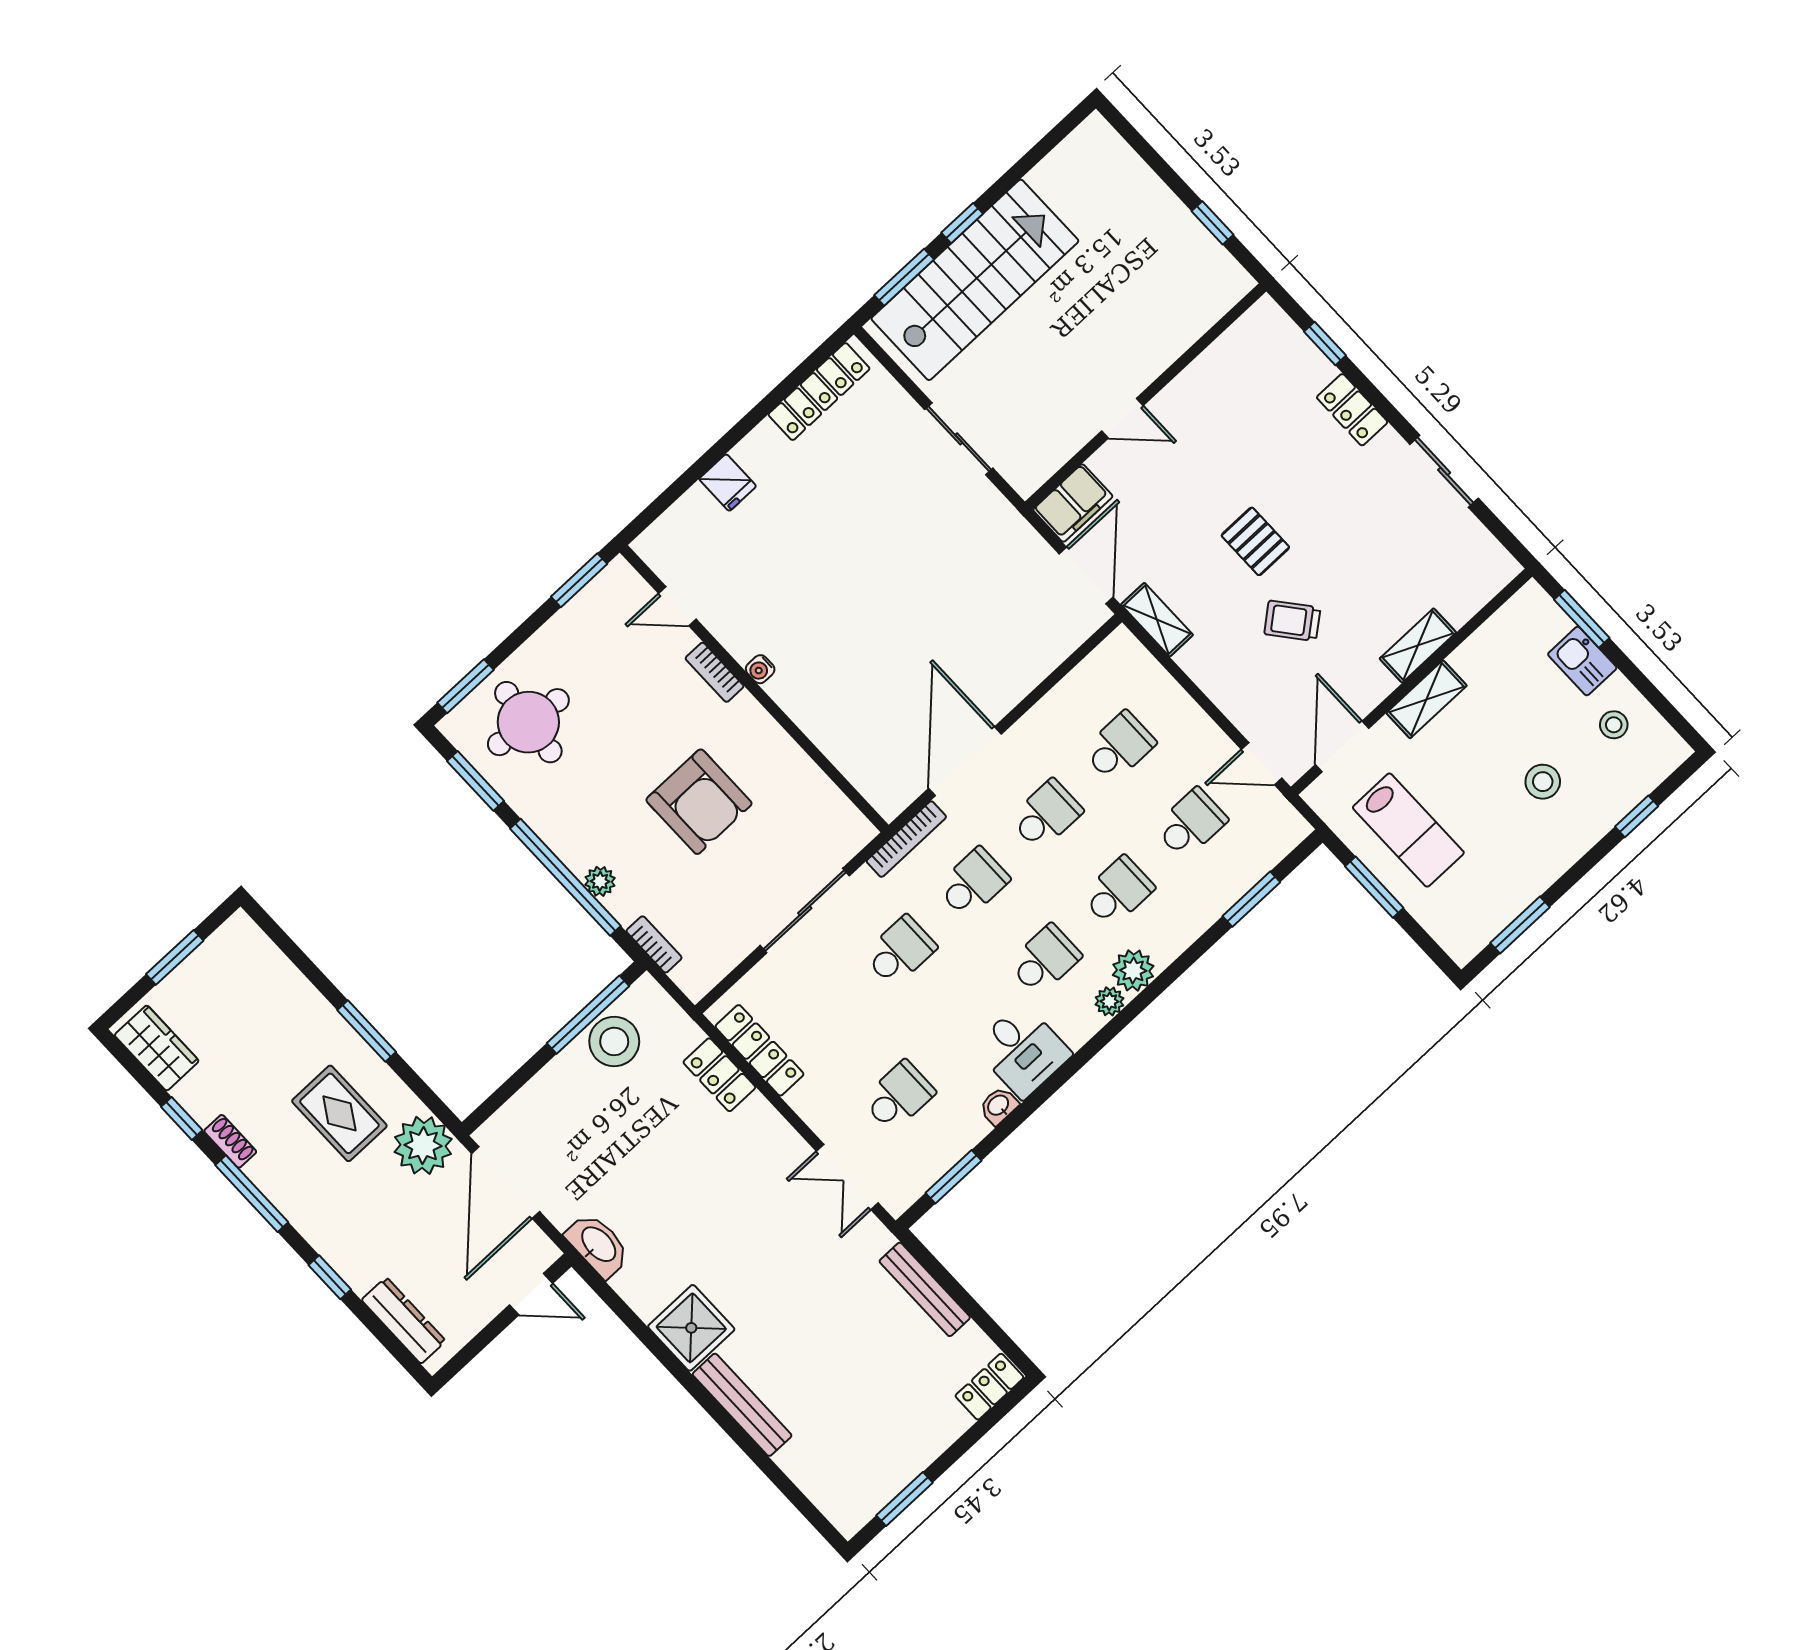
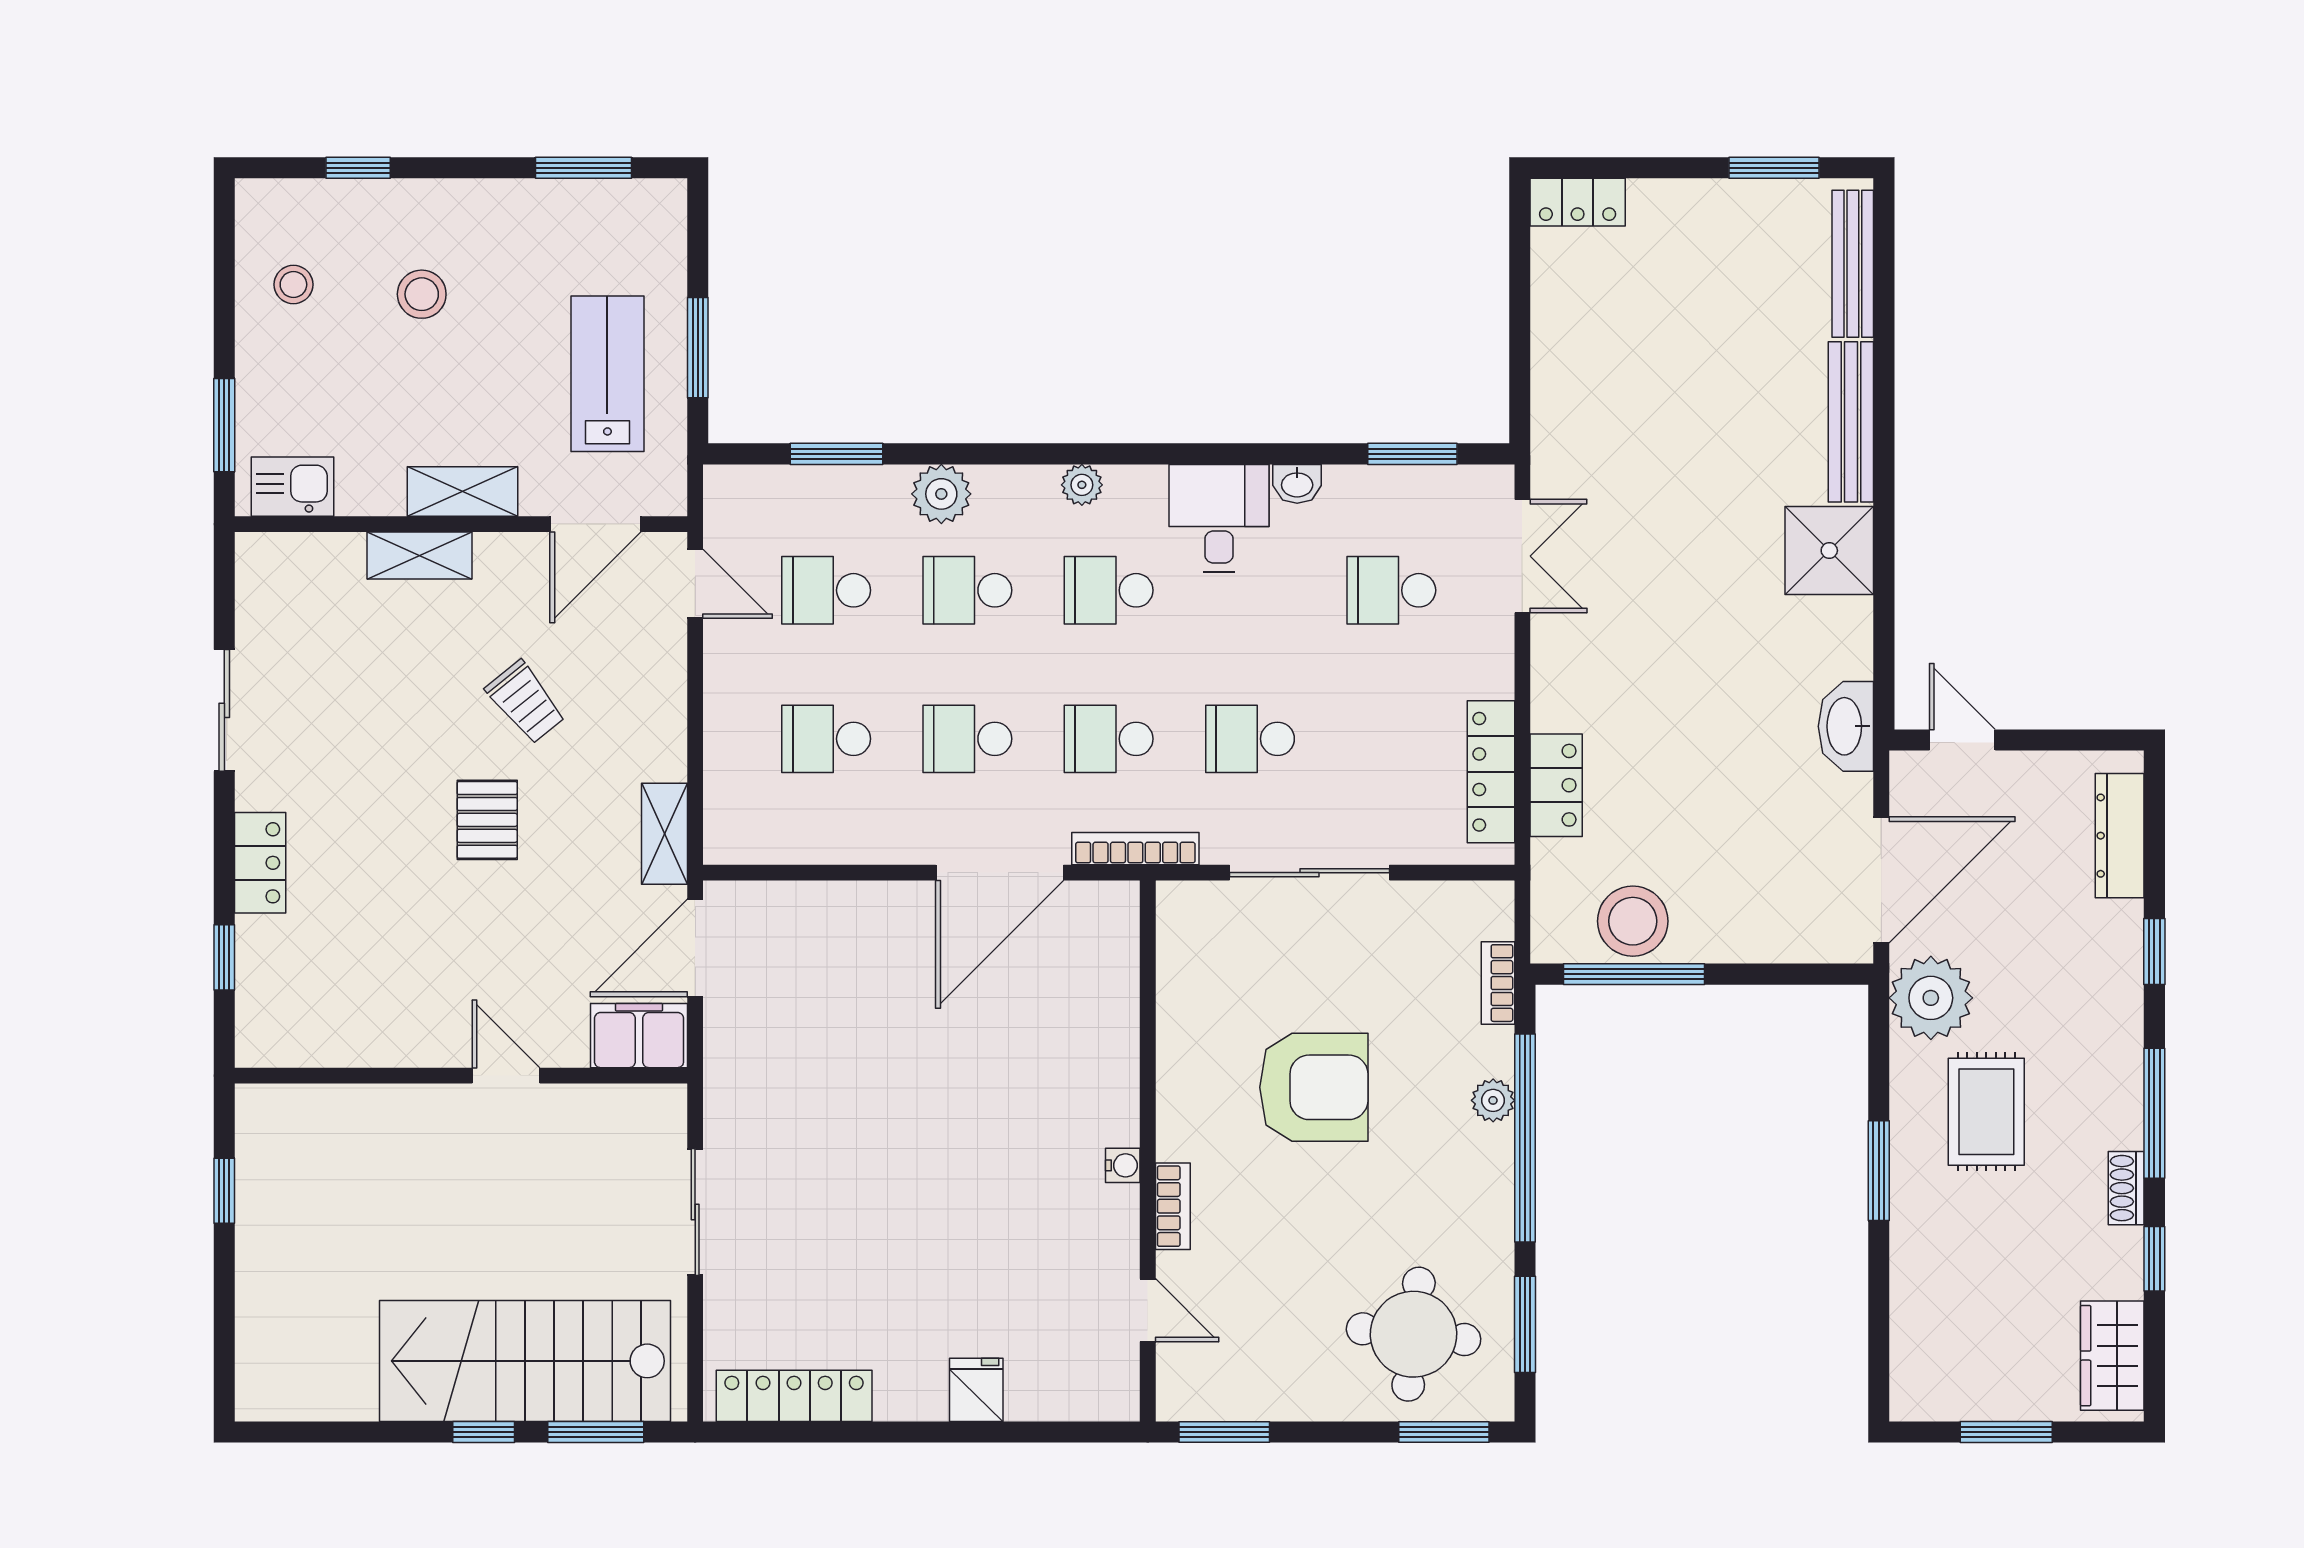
kitchen sink: (1582, 661) -> (293, 487), moved, turned -90
armchair: (699, 802) -> (1314, 1087), turned 90
plant: (1133, 970) -> (941, 494), moved
bench: (925, 1289) -> (1853, 264), moved

